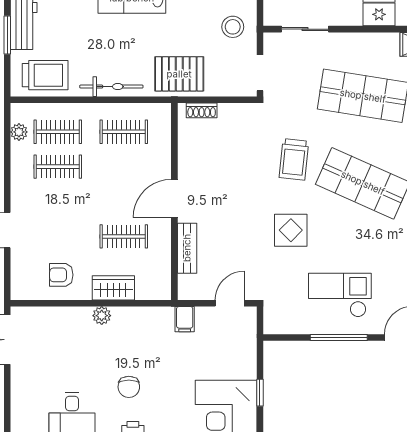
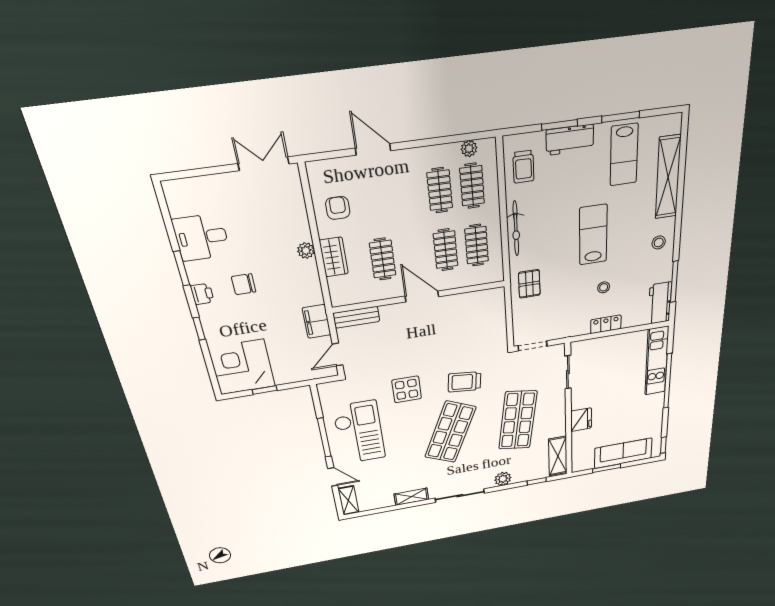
stool: (233, 27) -> (569, 319), removed
pallet: (179, 74) -> (529, 284), width x0.67, depth x0.71
trolley: (45, 75) -> (523, 167), width x0.73, depth x0.72
shoe rack: (202, 110) -> (499, 306), removed
clothes rail: (124, 167) -> (446, 250), added
bench: (187, 248) -> (356, 317), moved
checkout: (340, 295) -> (359, 432), width x1.36, depth x1.21
door: (230, 303) -> (337, 354), swing flipped
filing cabinet: (185, 319) -> (317, 321), width x2.00

